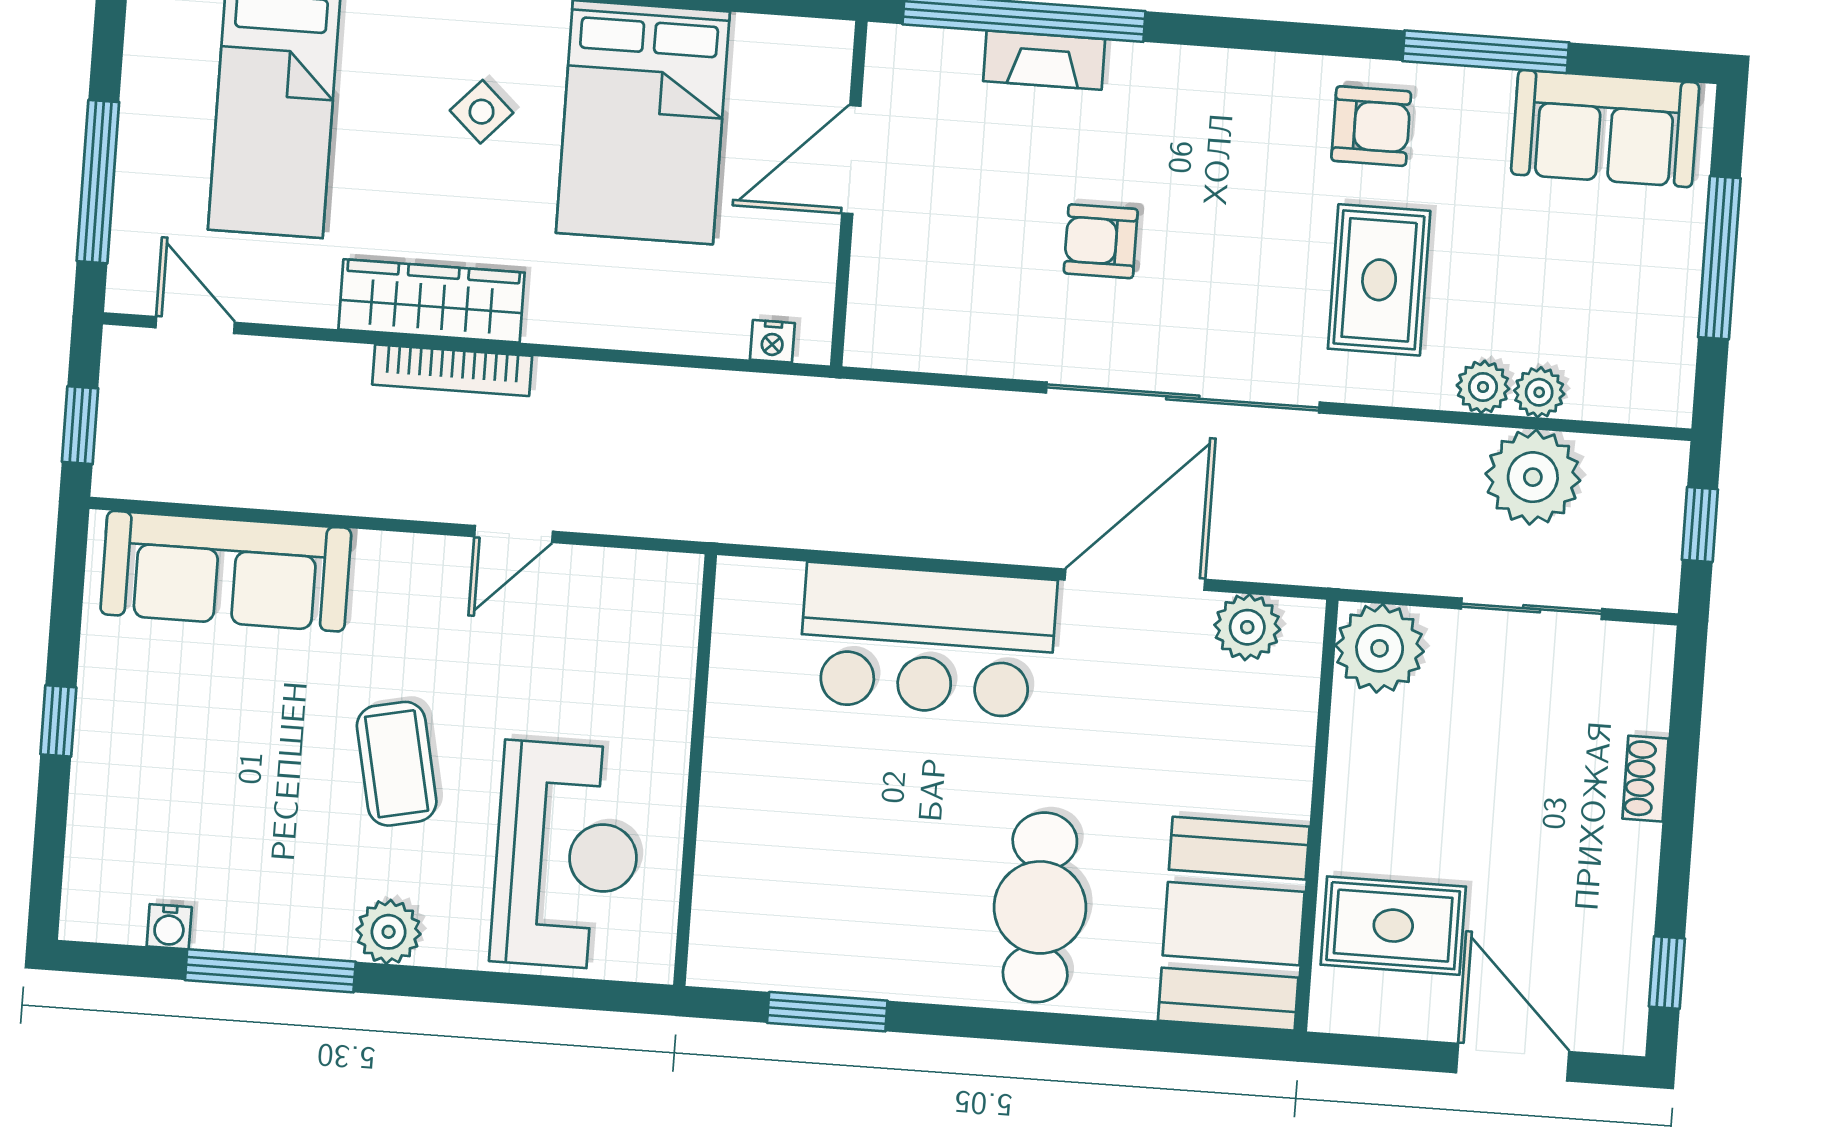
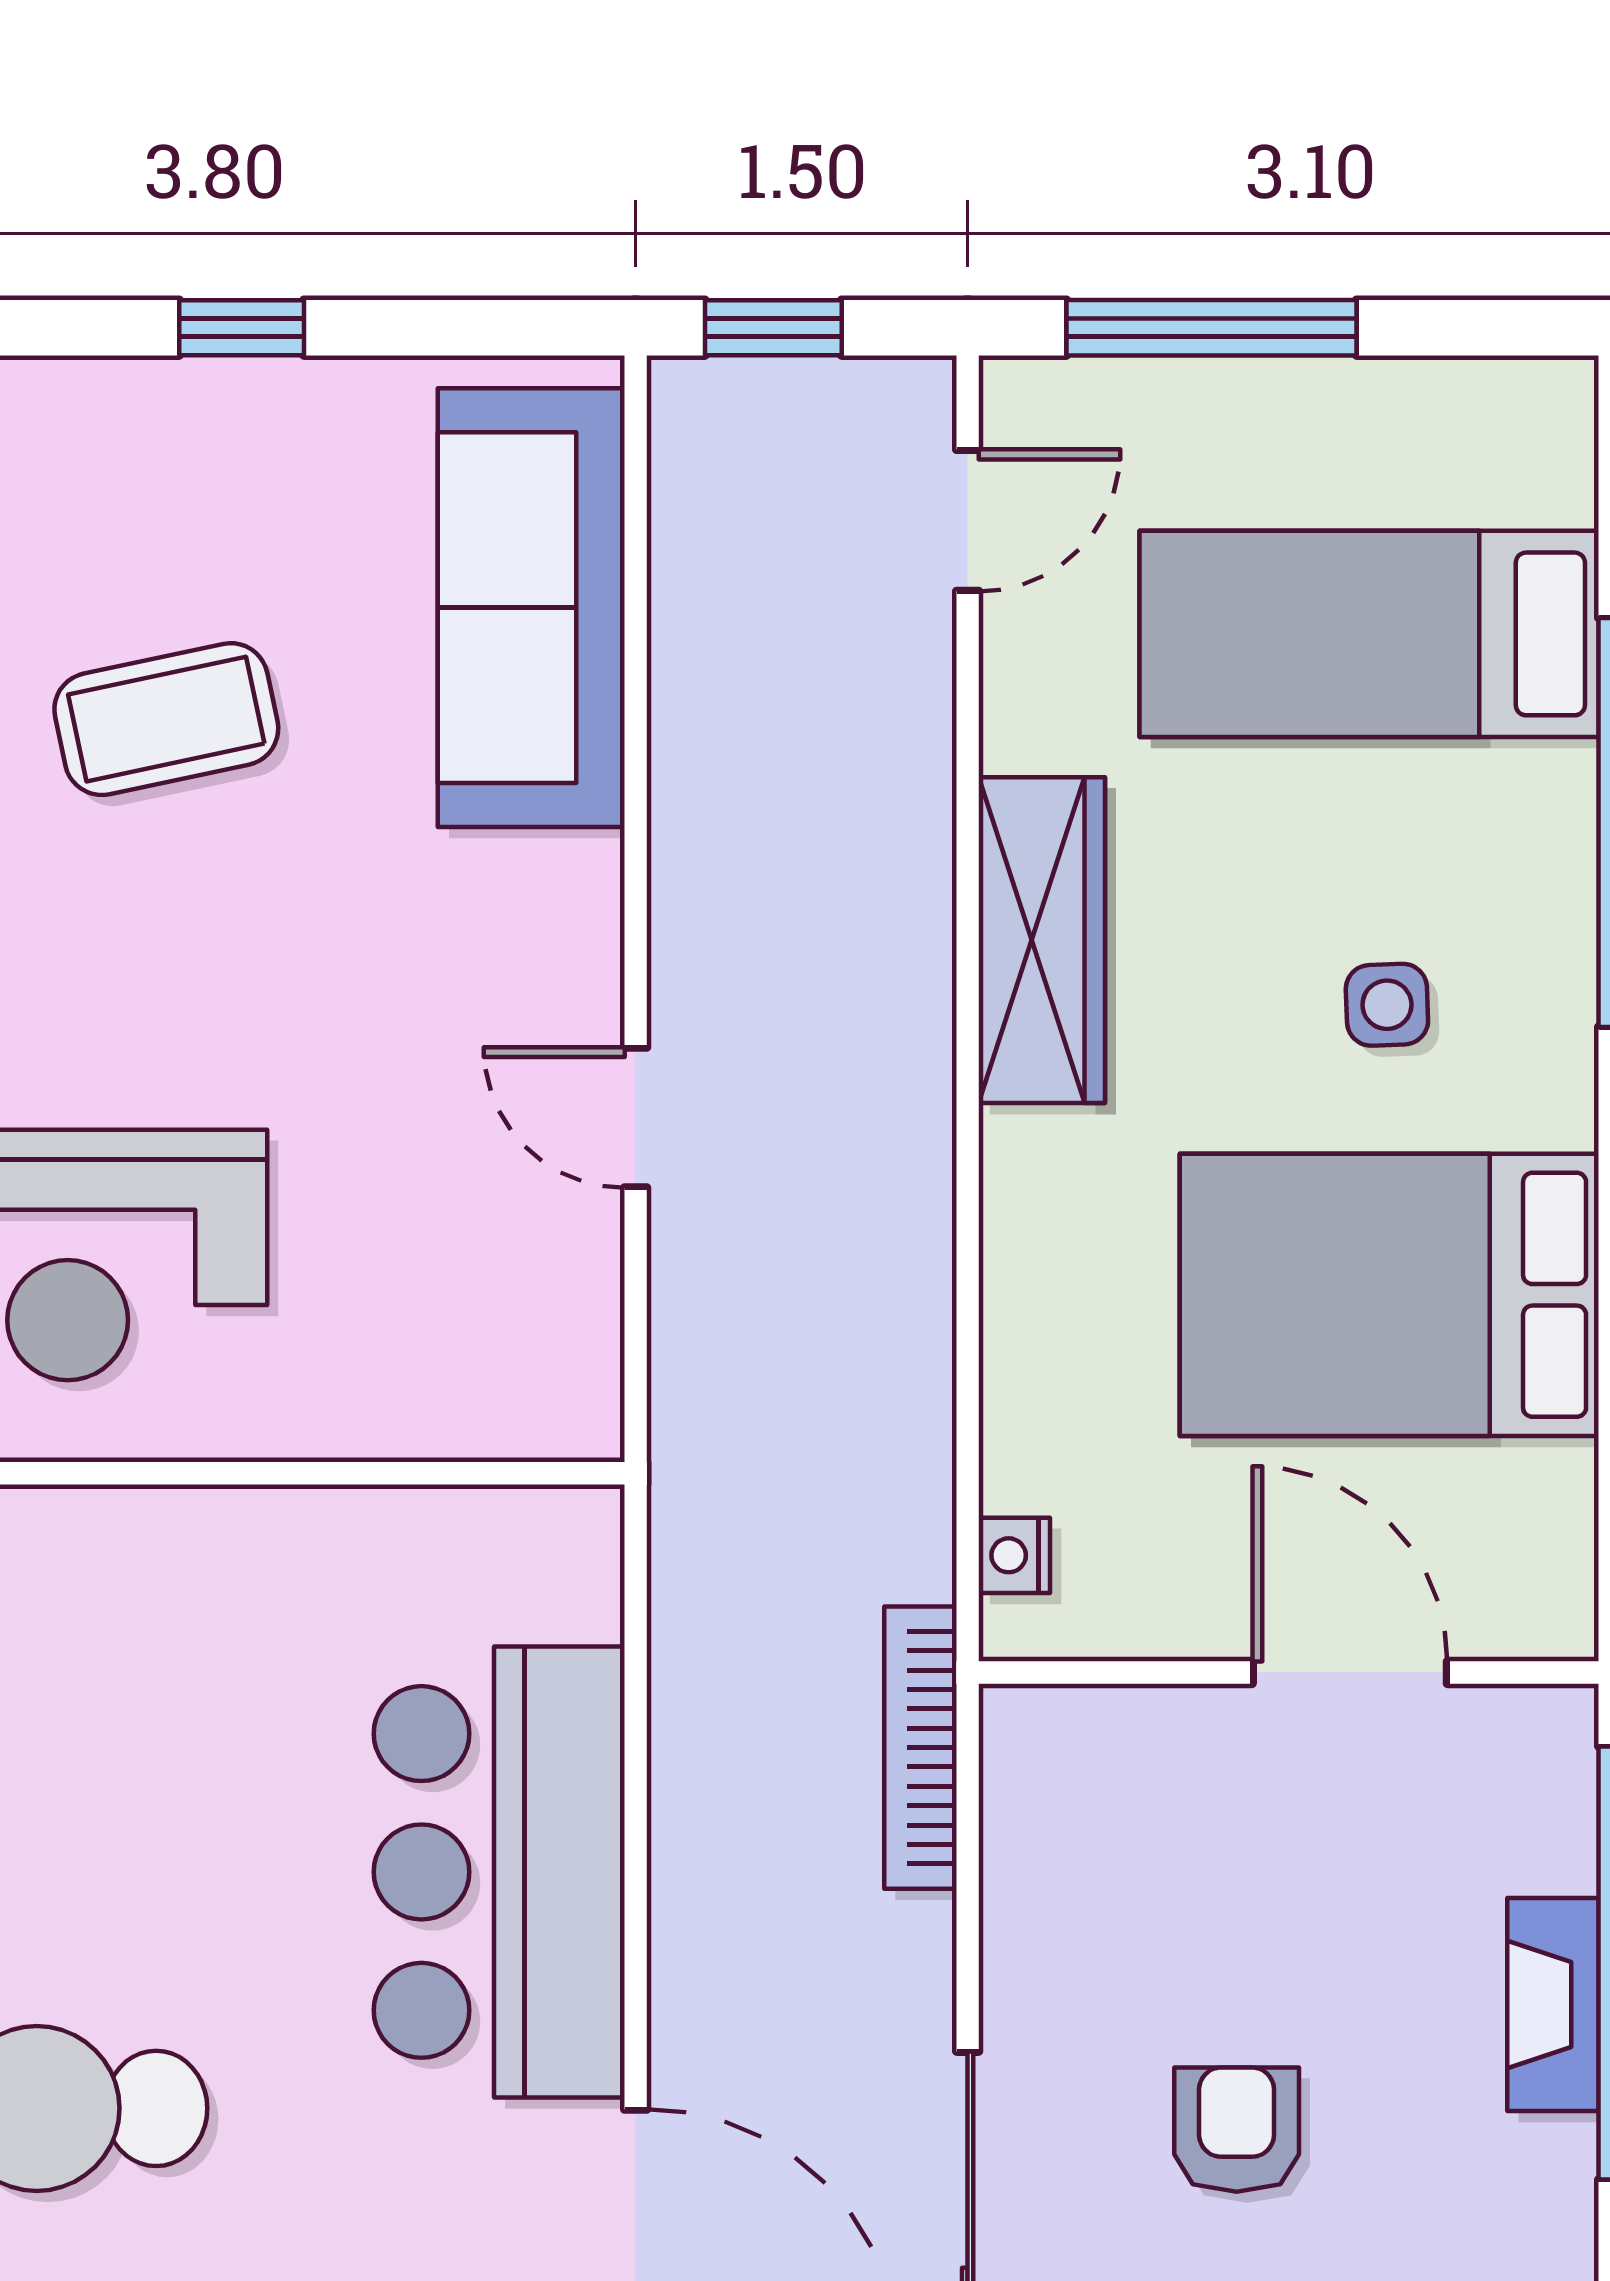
side table: (482, 112) -> (1387, 1005), turned 45
bookcase: (452, 370) -> (920, 1748), moved
coffee table: (397, 764) -> (166, 719), moved

